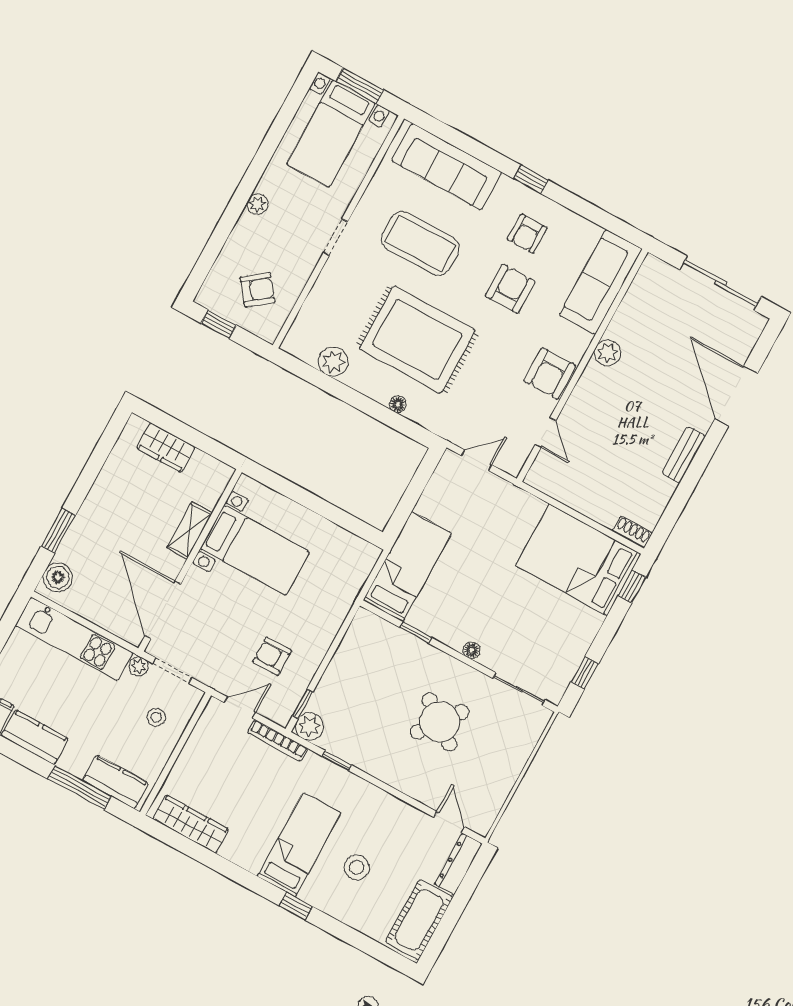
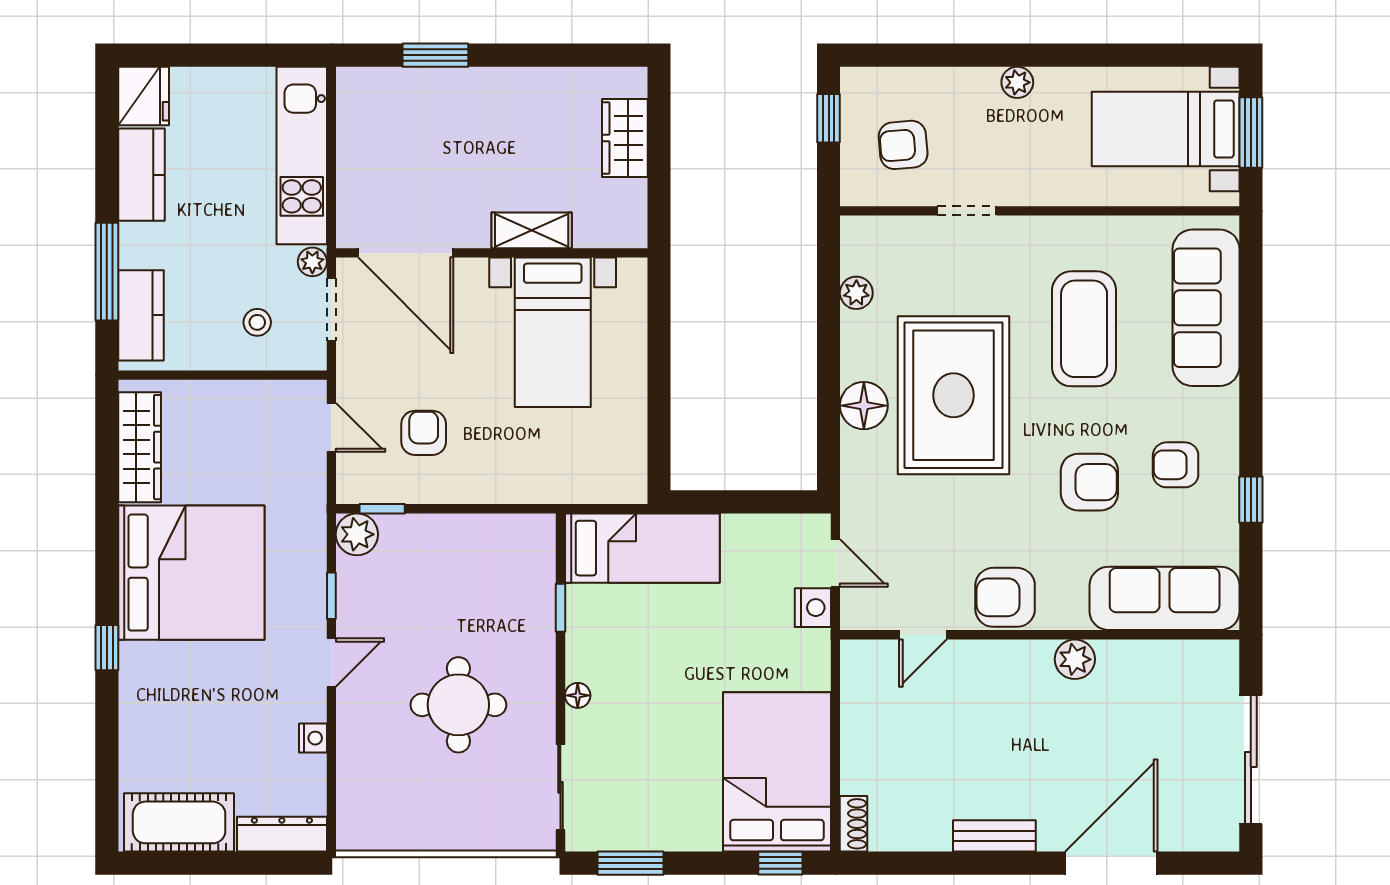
window: (531, 179) -> (1251, 500), moved
doorway: (335, 237) -> (967, 211), moved
armchair: (257, 290) -> (903, 145), turned 123
plant: (333, 362) -> (856, 293), width x0.73, depth x0.73
floor lamp: (398, 404) -> (864, 406), width x1.89, depth x1.89
nightstand: (495, 487) -> (813, 608), added
boiler: (58, 577) -> (372, 89), removed
door: (163, 610) -> (406, 253), swing flipped
window: (585, 673) -> (630, 863), width x1.50
round table: (439, 722) -> (458, 705), turned -37
bookcase: (278, 741) -> (315, 502), removed
nightstand: (413, 816) -> (313, 738), added
door: (449, 822) -> (331, 662), moved
bed: (299, 845) -> (191, 573), width x2.04
stool: (357, 867) -> (203, 701), removed

